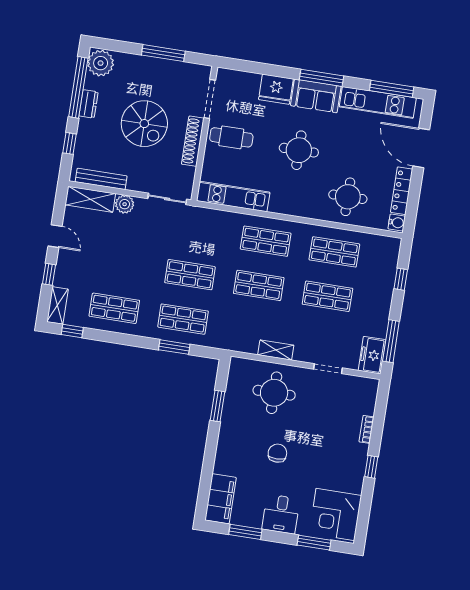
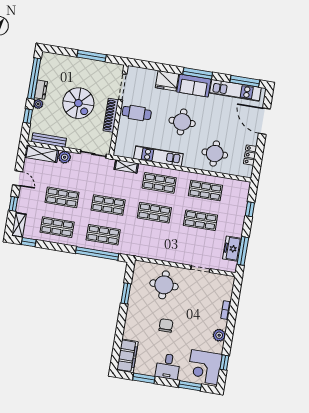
plant: (101, 63) -> (38, 104), moved, width x0.53, depth x0.53
locker: (402, 191) -> (250, 155), width x0.66
kitchen unit: (233, 197) -> (158, 156), moved
water cooler: (397, 223) -> (247, 171), removed
shop shelf: (121, 264) -> (62, 197), added
window: (174, 347) -> (97, 254), width x2.11
shelving: (276, 350) -> (126, 166), moved
freezer: (372, 355) -> (232, 249), moved
plant: (357, 467) -> (219, 335), added
window: (371, 467) -> (224, 363), moved

